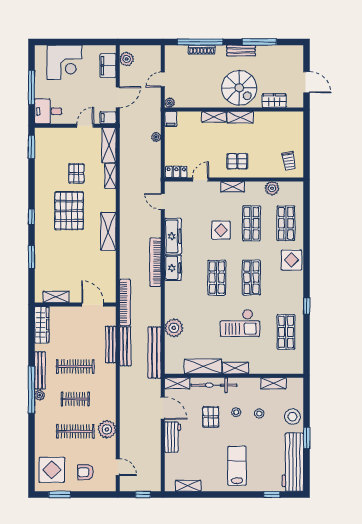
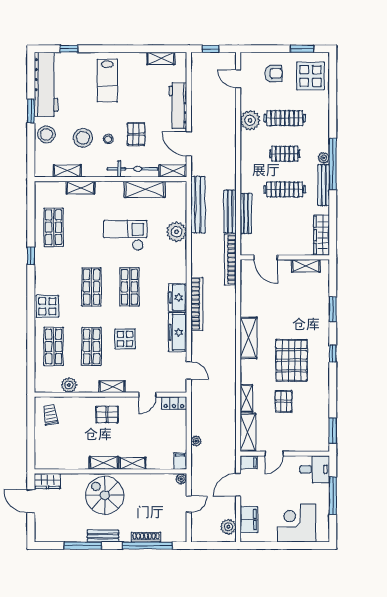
wardrobe: (274, 101) -> (47, 481), moved
checkout: (240, 323) -> (125, 235), moved
shelving: (236, 368) -> (80, 188), moved
stool: (259, 413) -> (83, 138), width x1.89, depth x1.89
workbench: (173, 437) -> (178, 106), width x1.37

